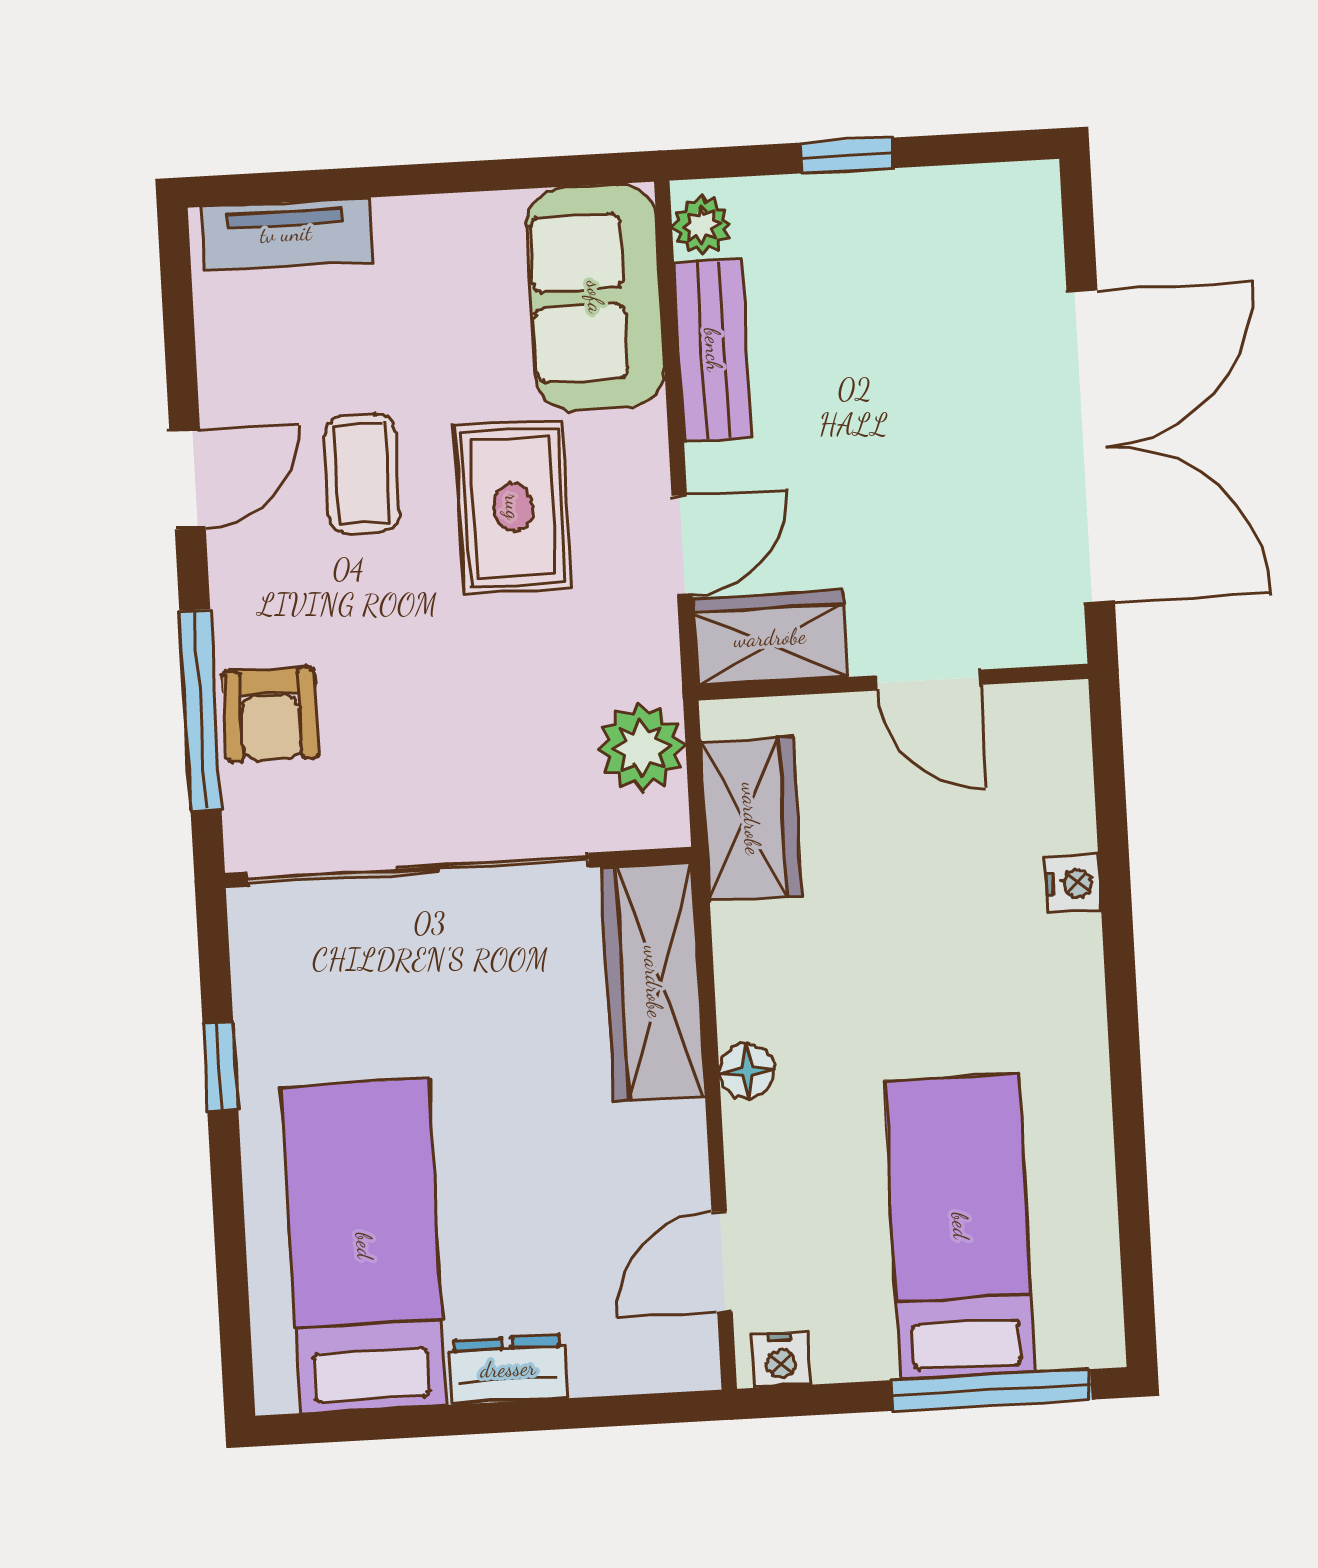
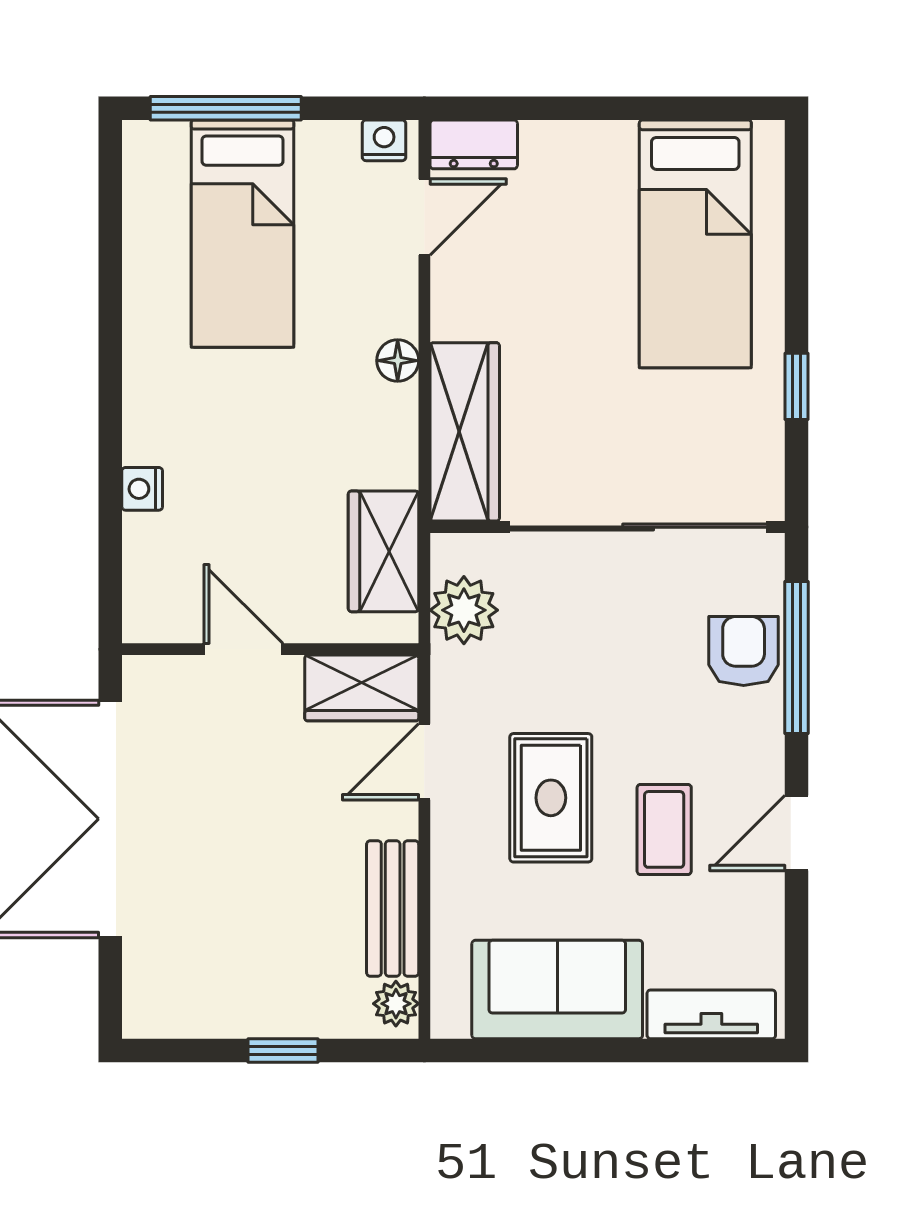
sofa: (595, 297) -> (557, 990), moved, turned -90
dresser: (508, 1369) -> (474, 144), moved

